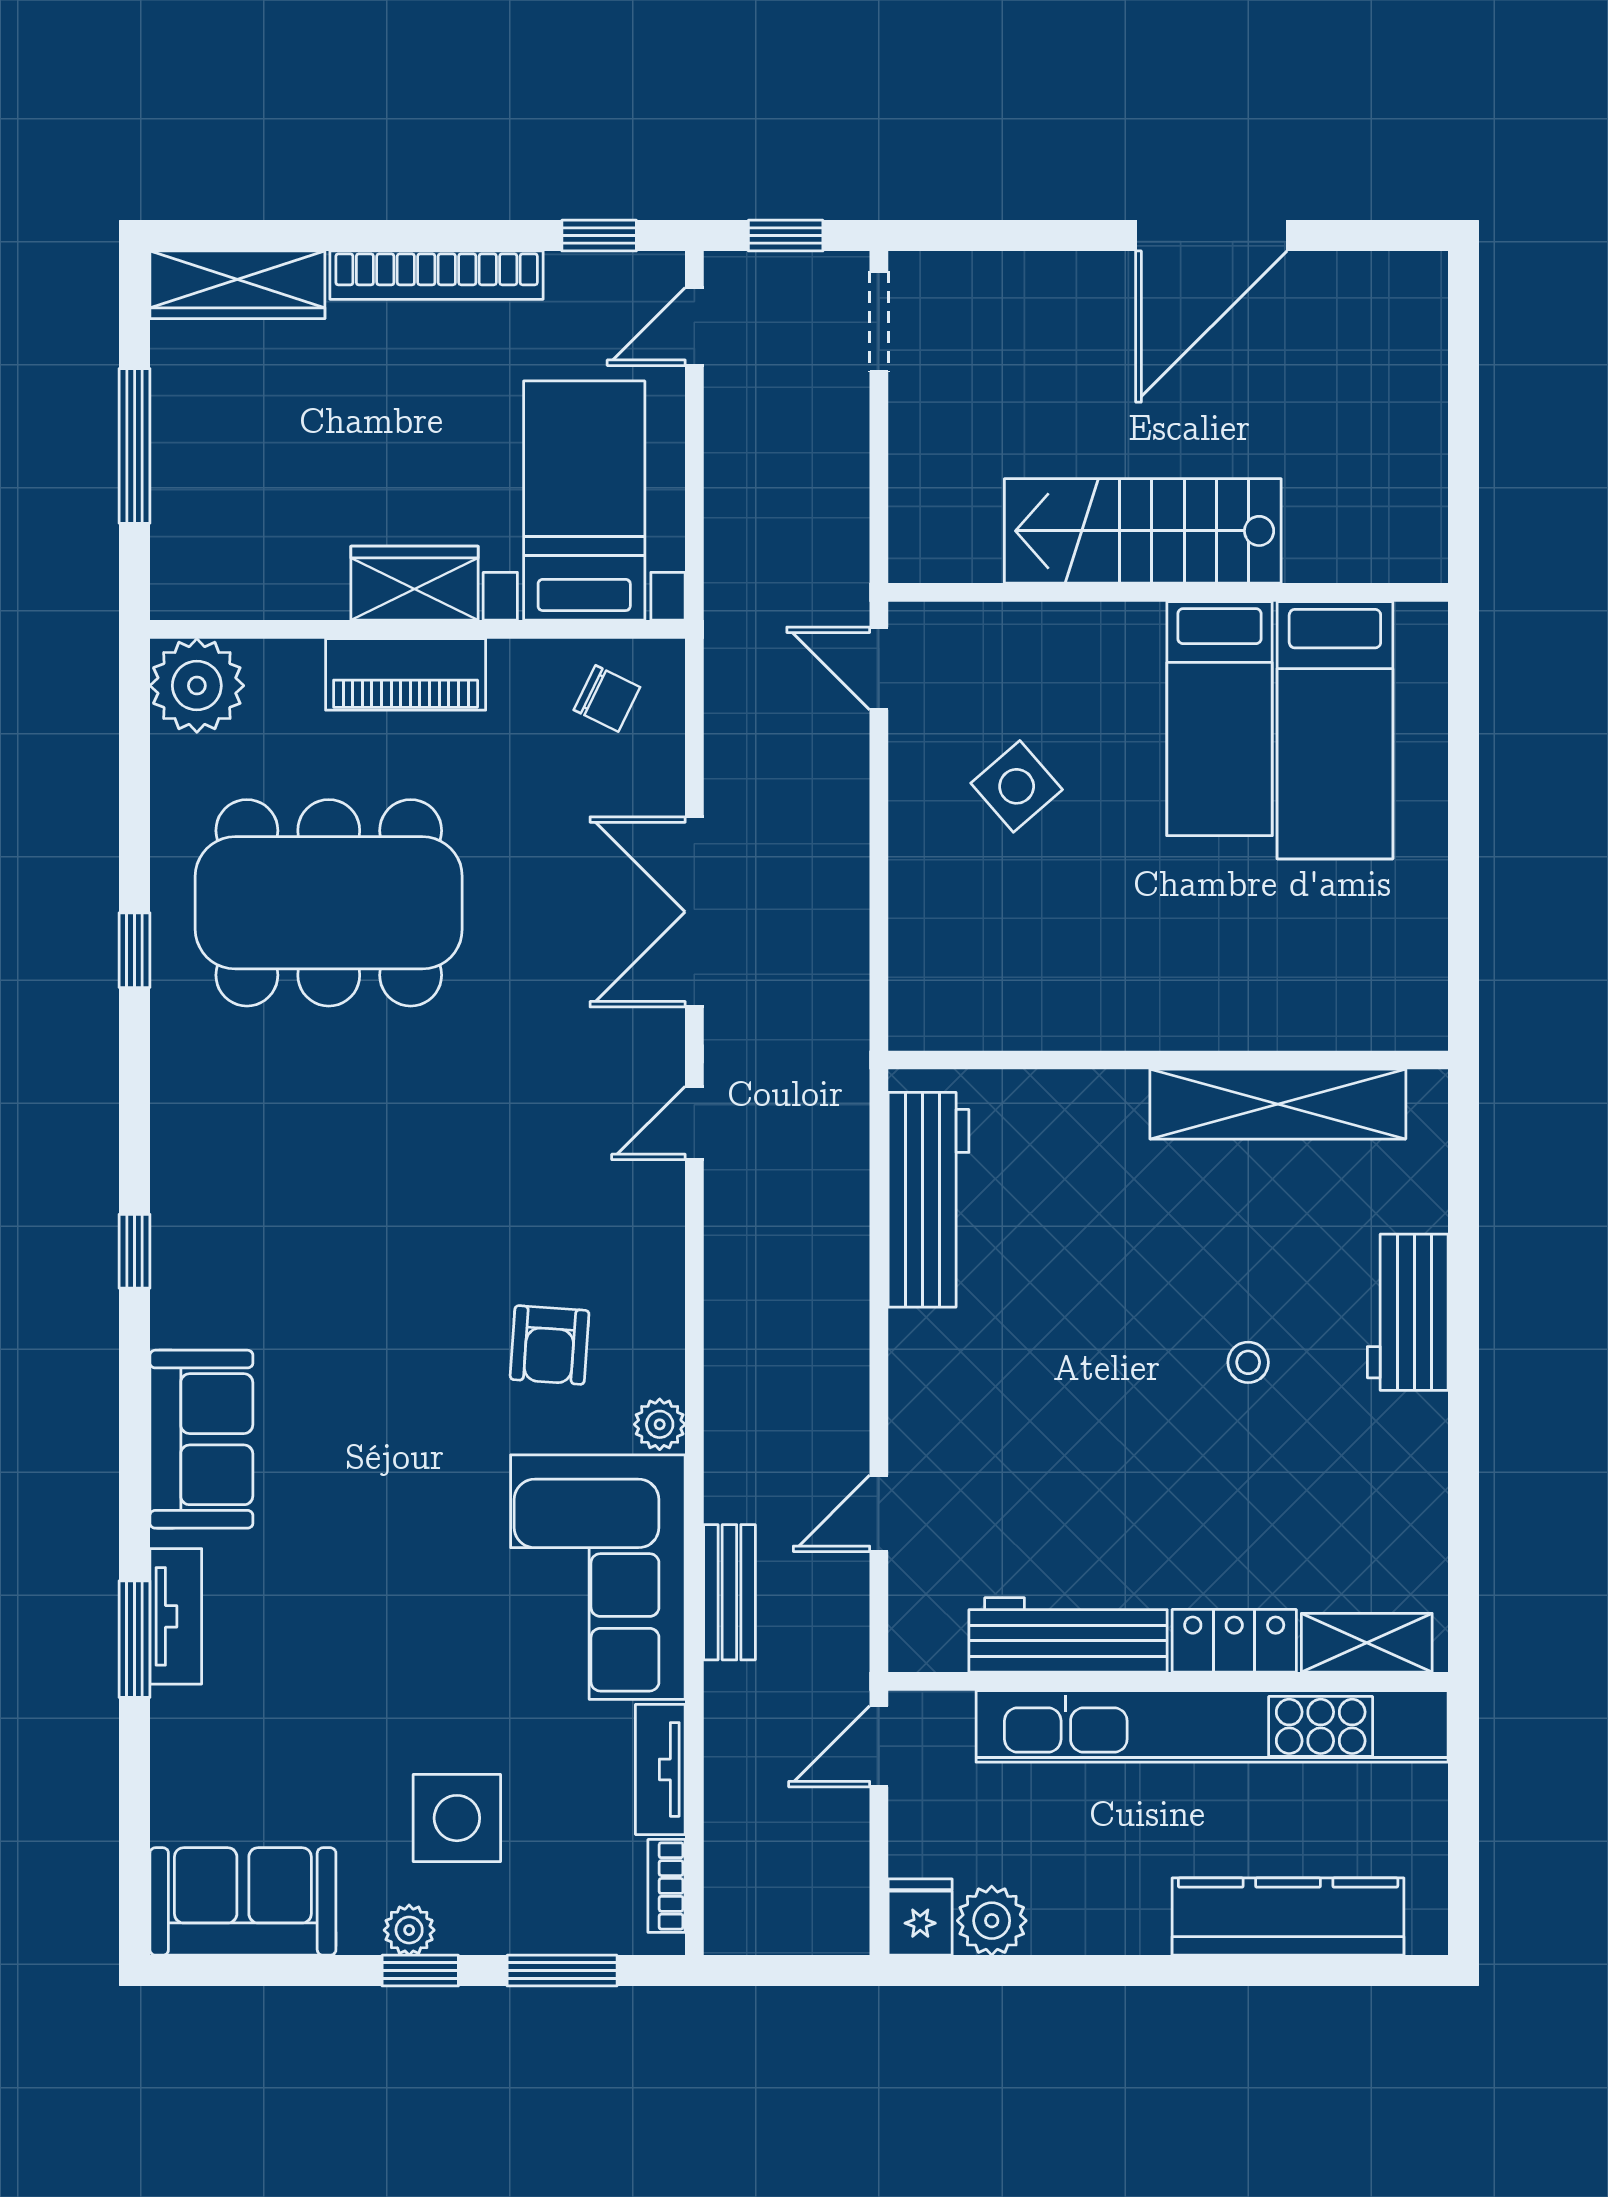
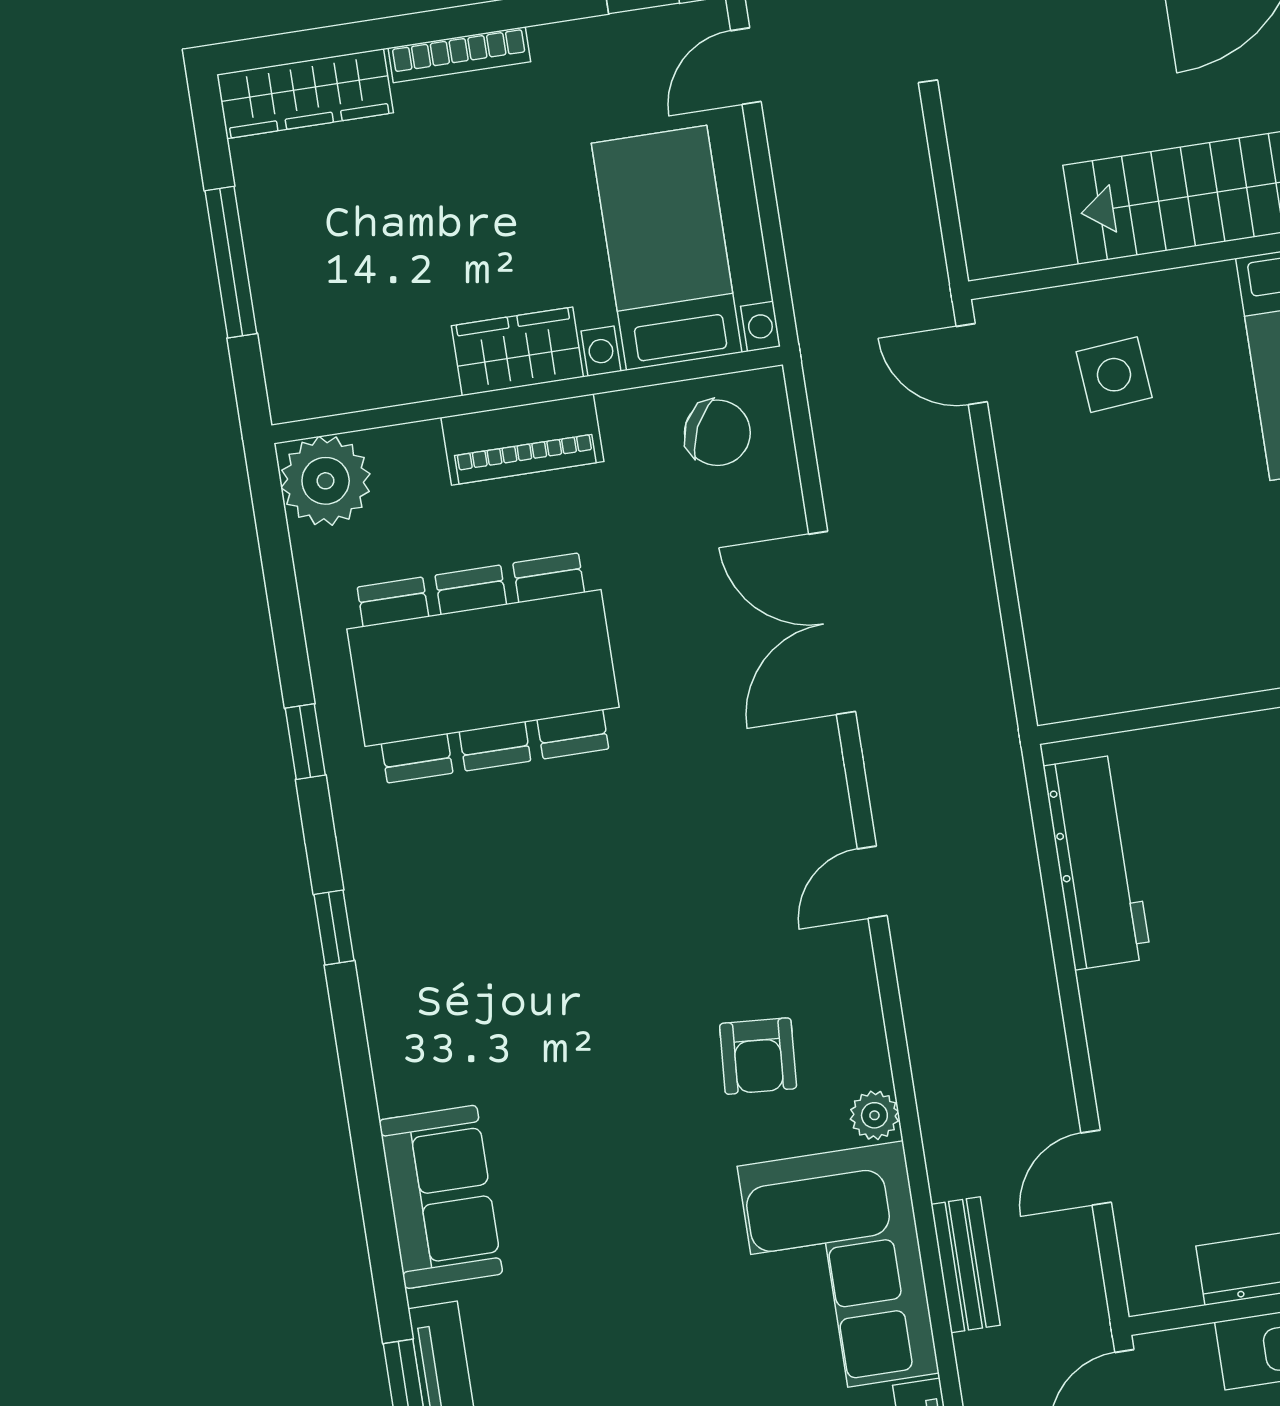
bookcase: (437, 275) -> (459, 55), width x0.68, depth x0.76
chair: (607, 699) -> (717, 433), width x1.37, depth x1.37
side table: (1017, 786) -> (1114, 375), moved, turned 36
door: (694, 1123) -> (872, 882), moved
window: (135, 1251) -> (334, 927), moved

